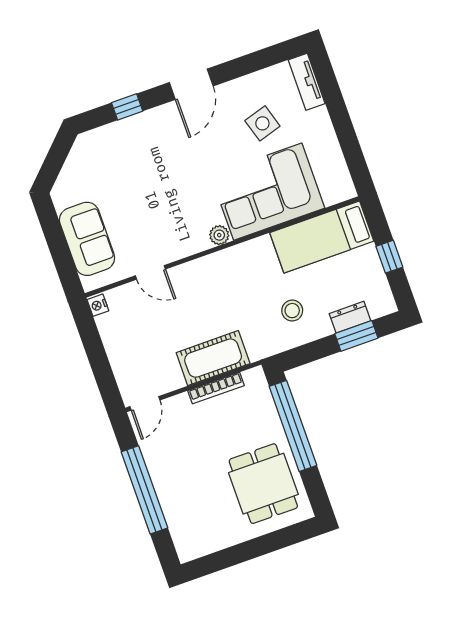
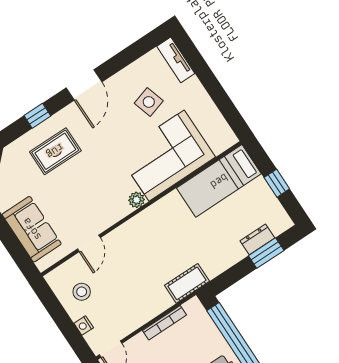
rug: (138, 154) -> (55, 151), added
door: (150, 272) -> (89, 243), hinge flipped
nightstand: (98, 305) -> (84, 326), moved
stool: (292, 311) -> (82, 292), moved
cot: (213, 358) -> (187, 283), moved, width x0.73, depth x0.75

